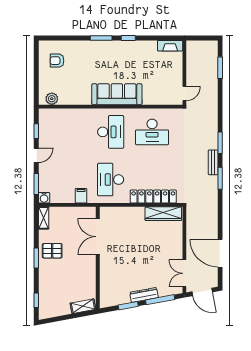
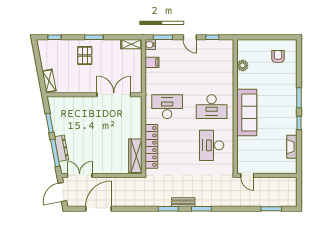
fireplace: (170, 46) -> (292, 147), moved
plant: (52, 99) -> (243, 65), moved
filing cabinet: (81, 196) -> (152, 62), moved
pallet: (52, 251) -> (85, 55), moved
dresser: (144, 295) -> (62, 148), moved

